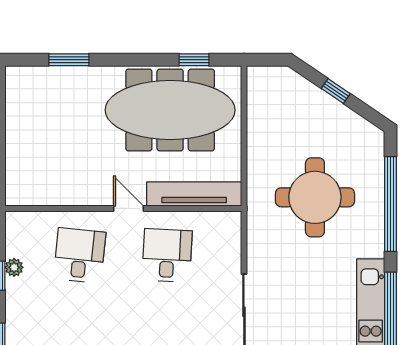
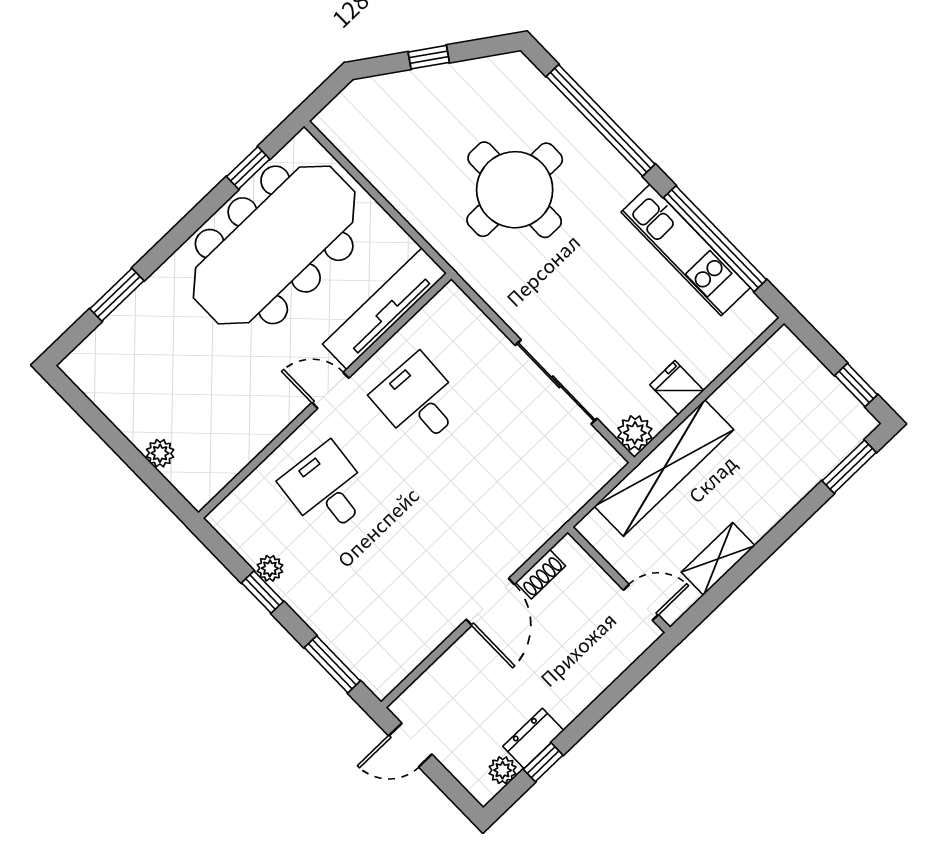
plant: (15, 158) -> (160, 453), added

